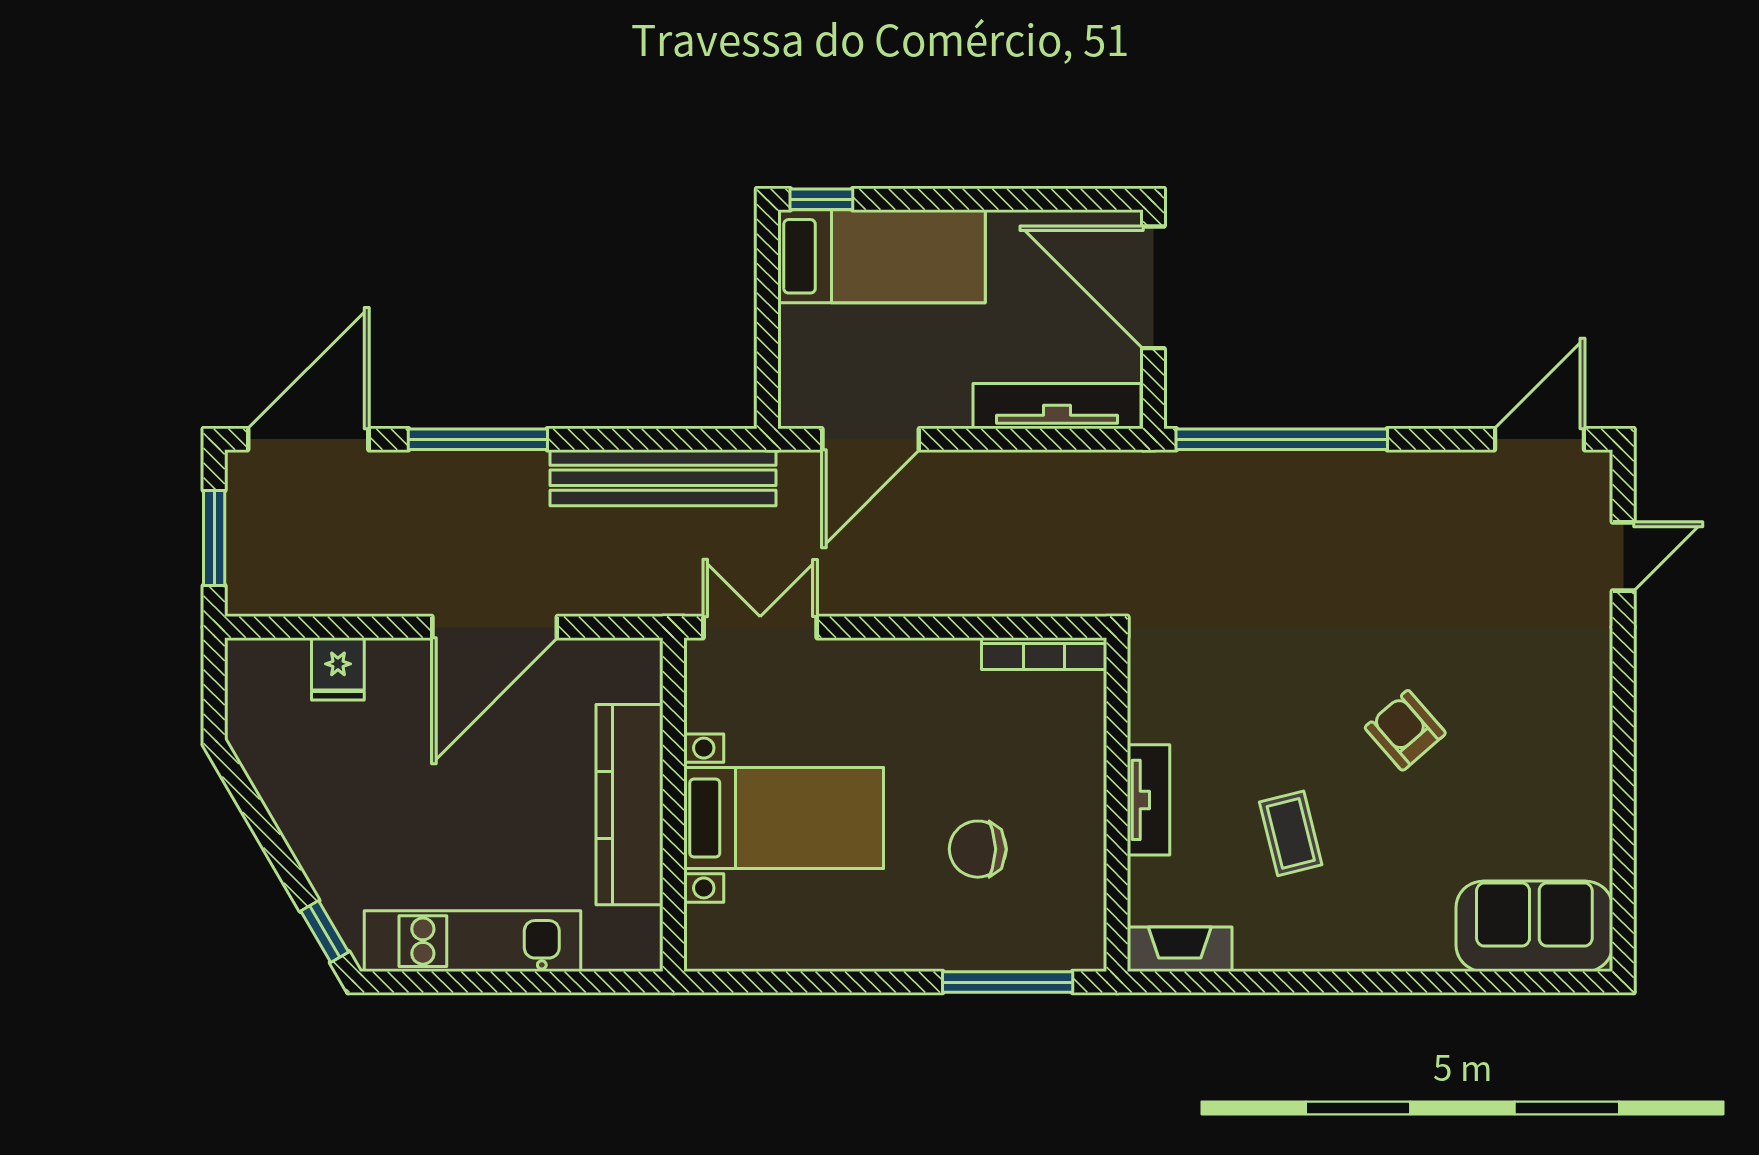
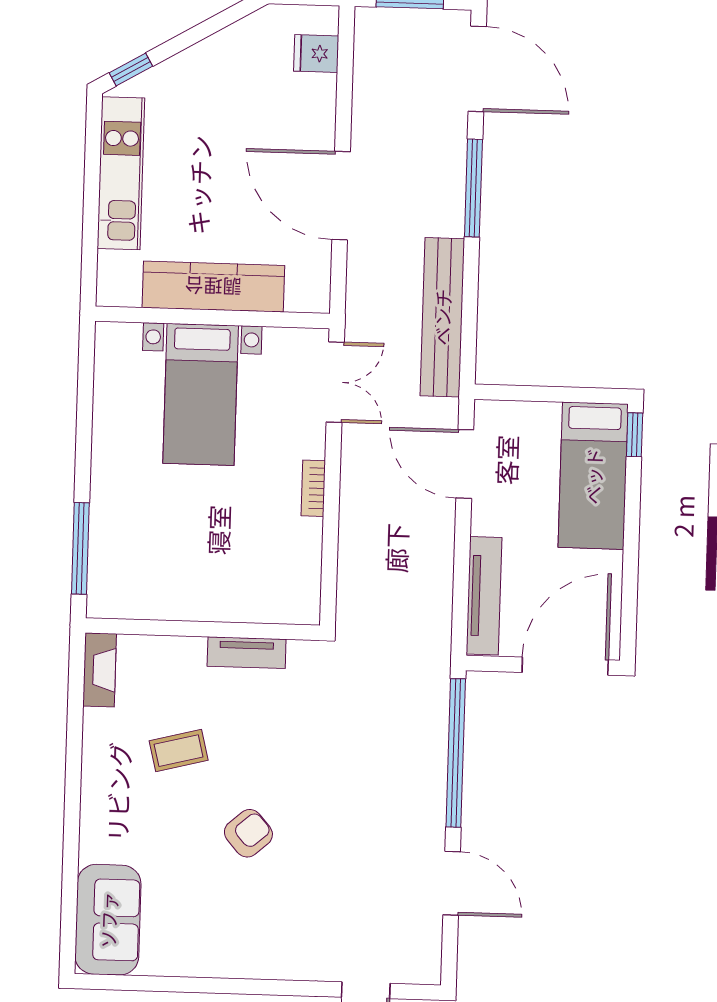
door: (1540, 439) -> (452, 883), moved
bookcase: (1044, 654) -> (313, 488), moved, width x0.64
fridge: (338, 669) -> (316, 54), moved
tv unit: (1149, 800) -> (247, 653), moved
chair: (978, 849) -> (174, 530), removed

